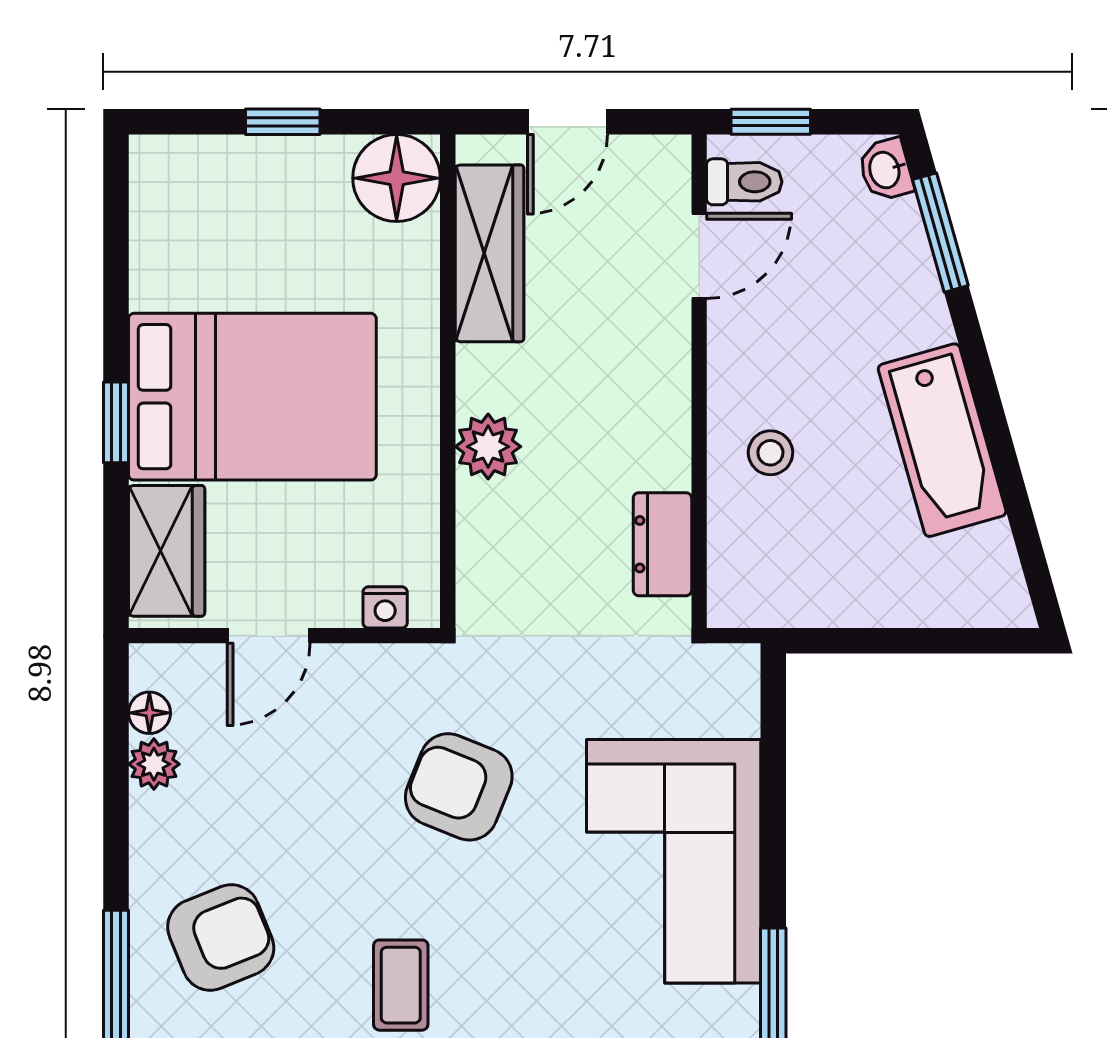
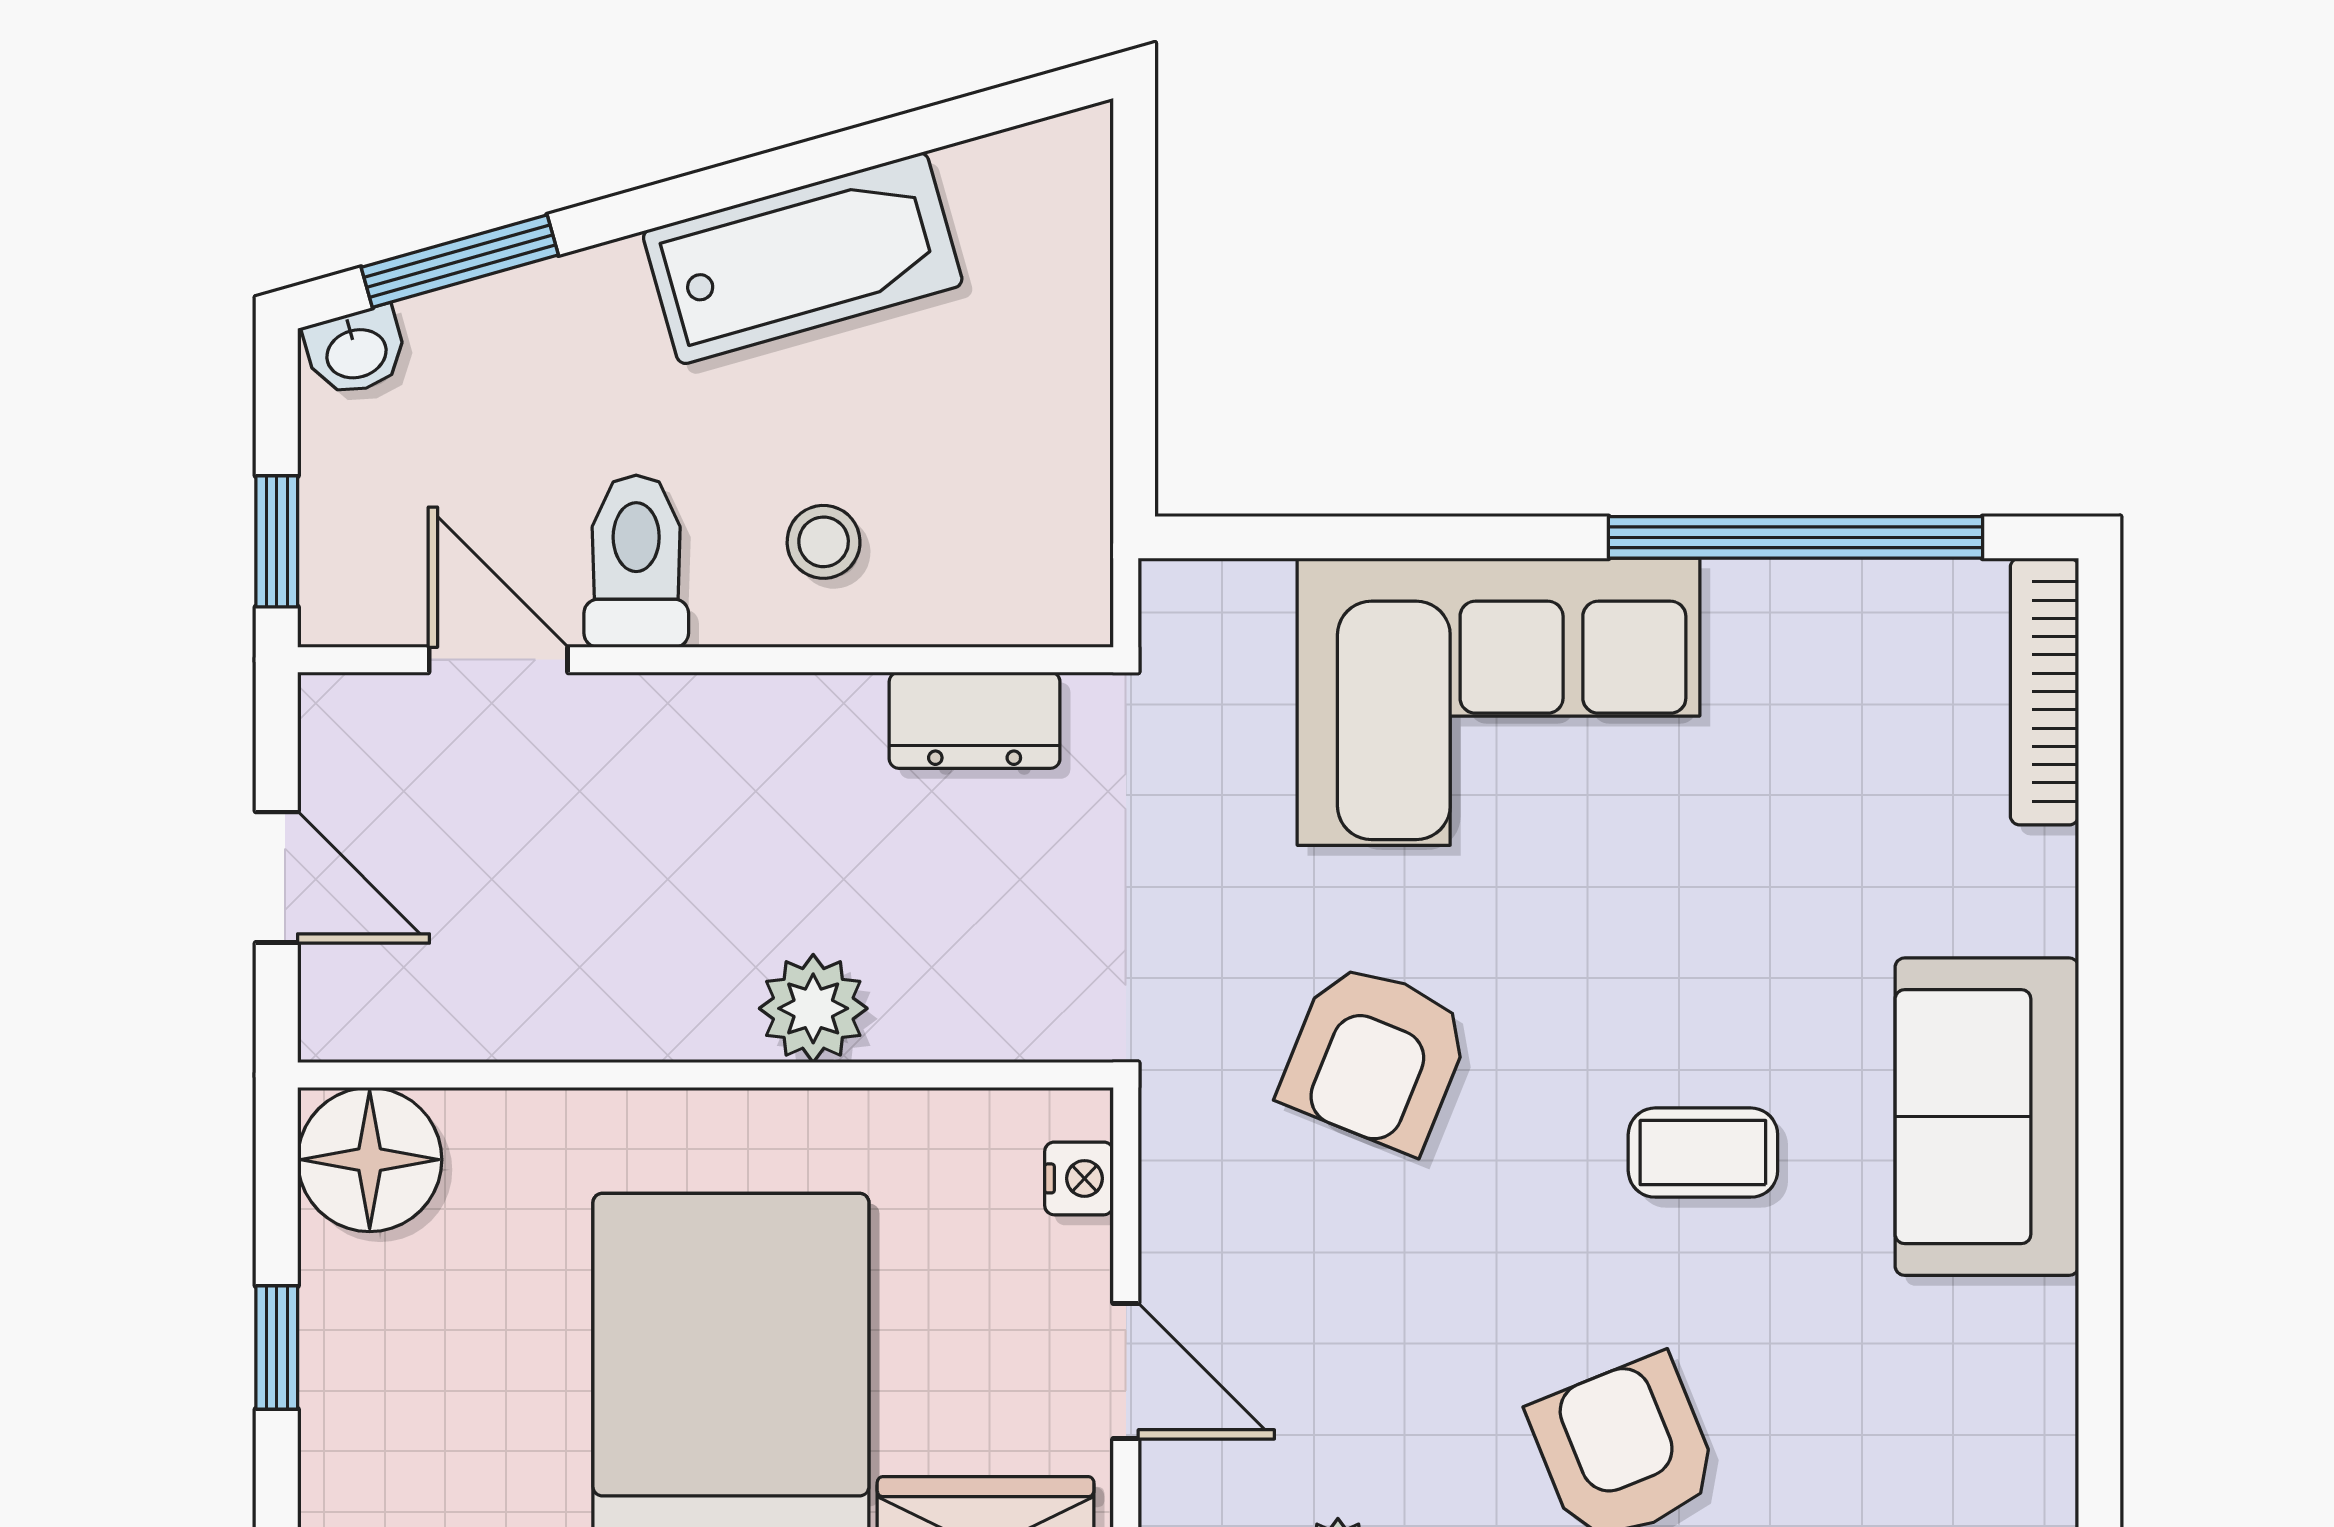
toilet: (744, 182) -> (636, 561), moved, width x1.37, depth x1.39
wardrobe: (490, 253) -> (494, 1006), removed

